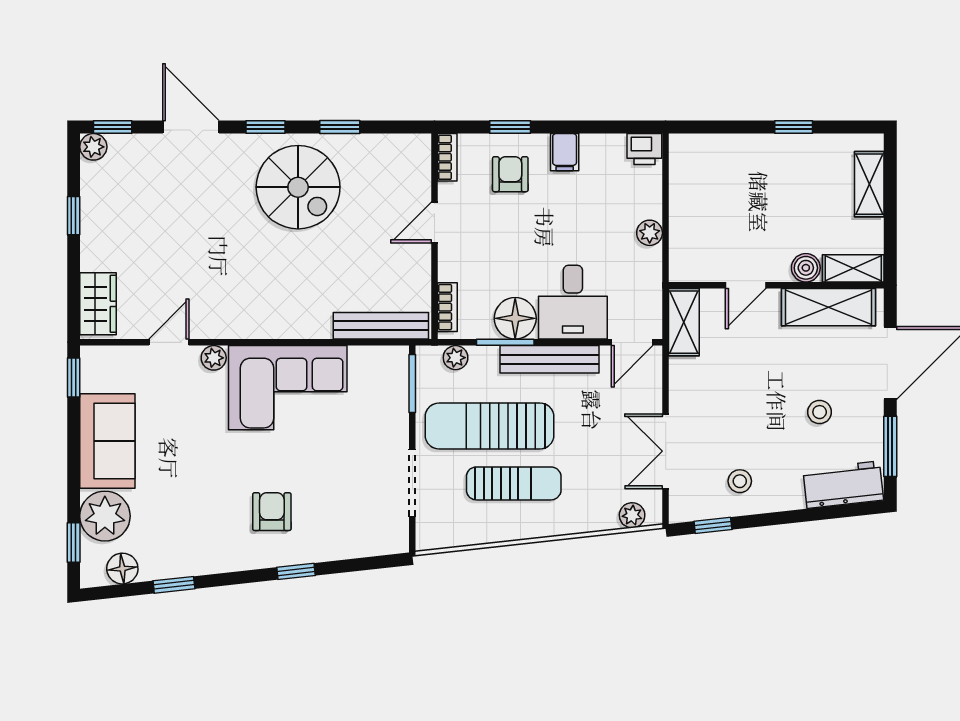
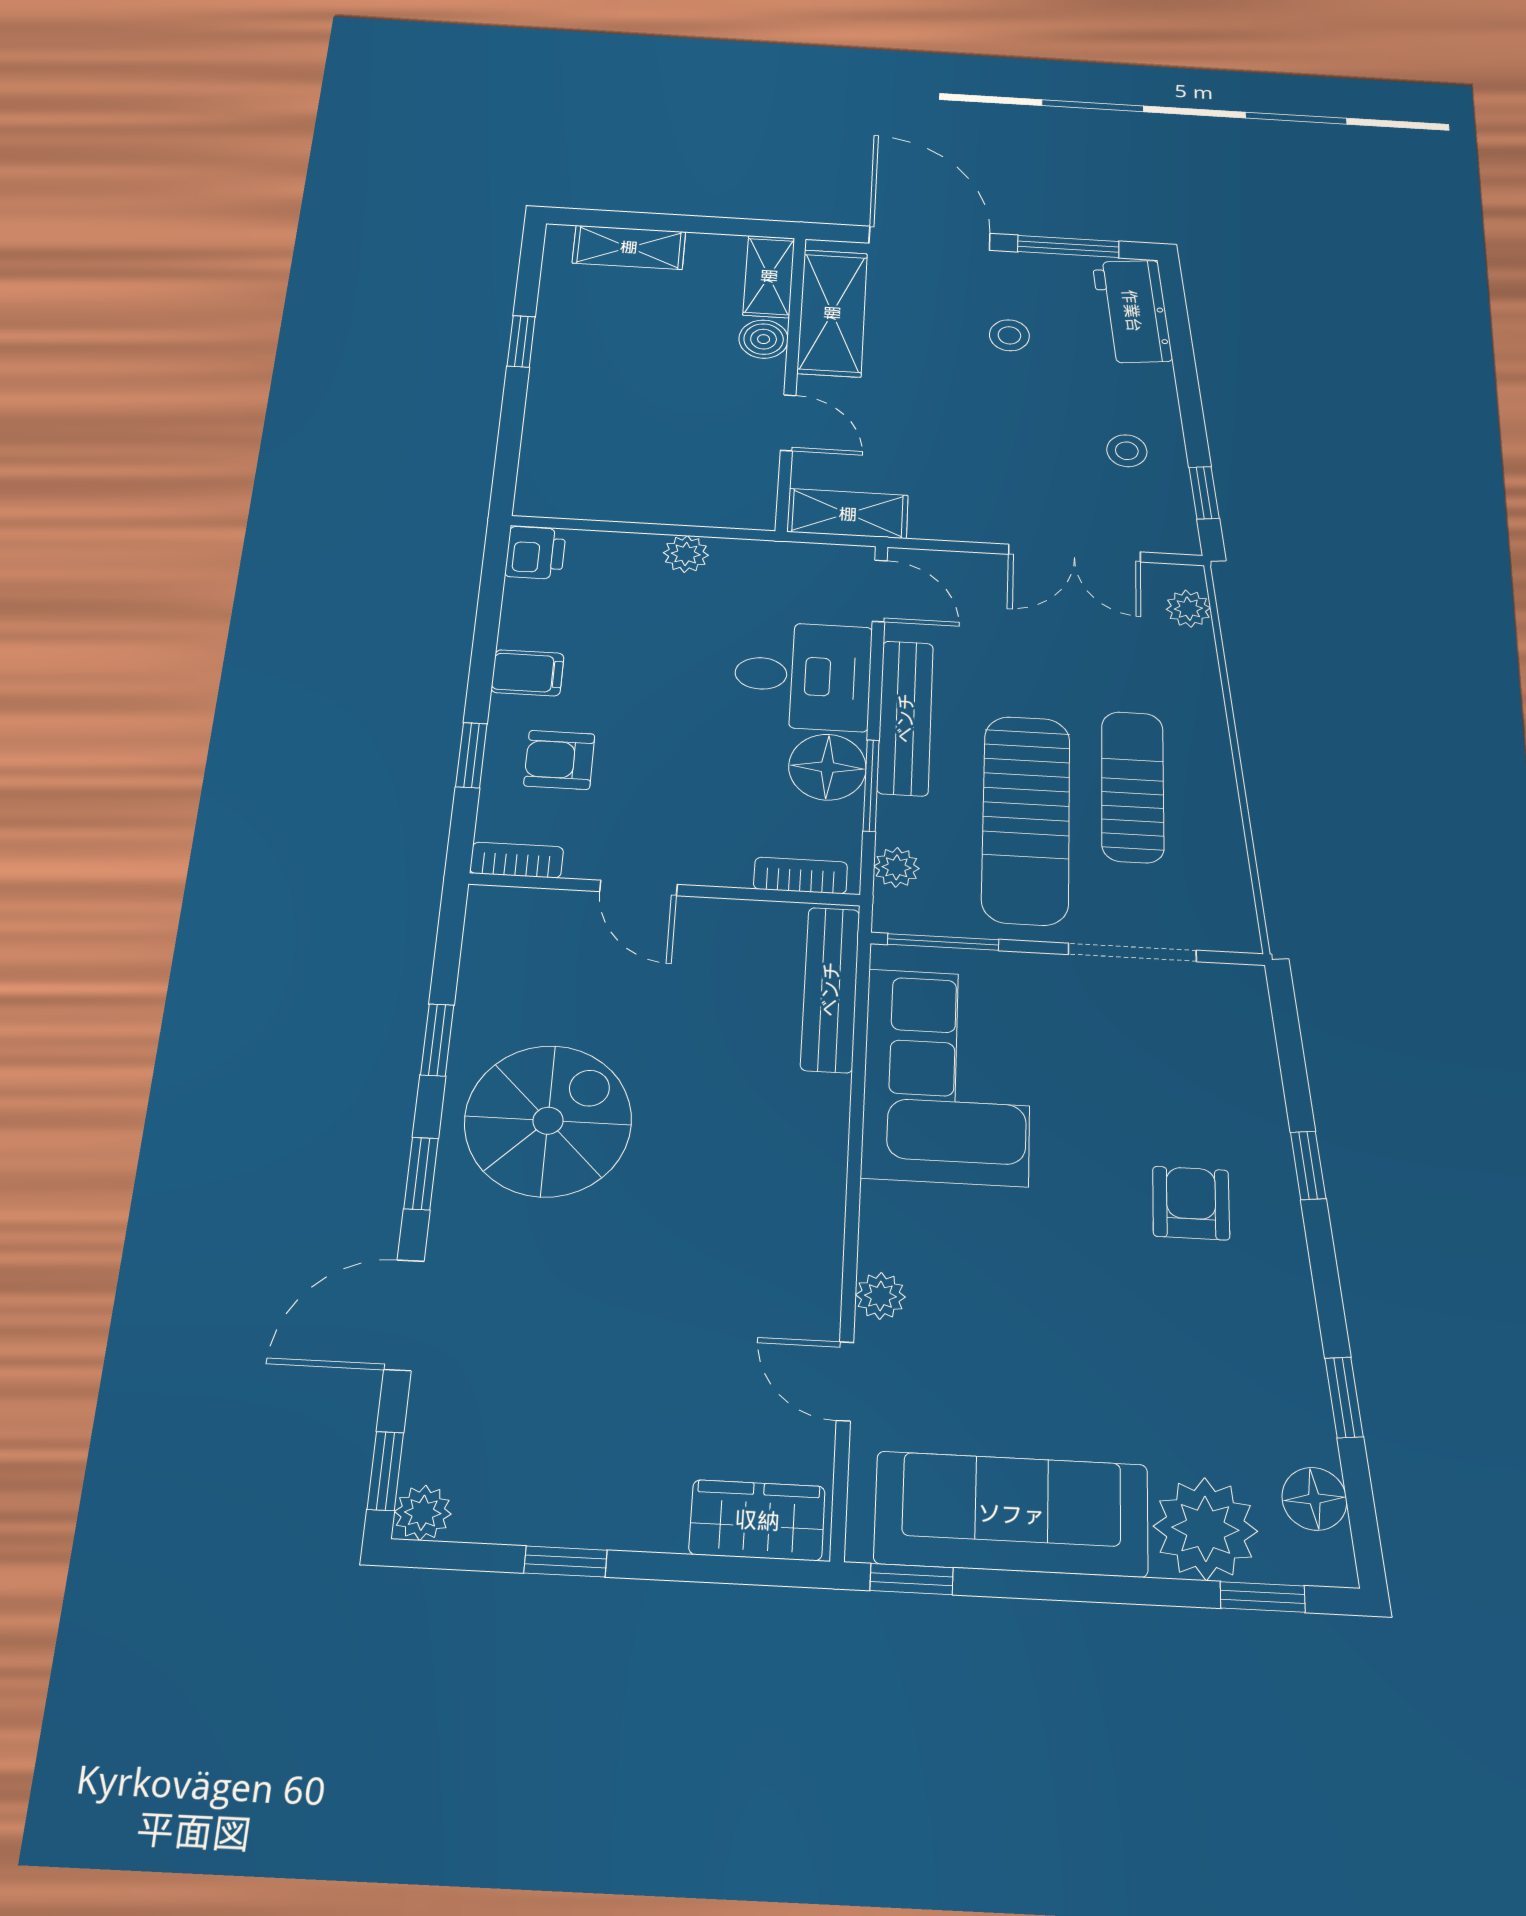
corner sofa: (288, 388) -> (947, 1076), moved
sofa: (107, 441) -> (1012, 1514), width x1.36
armchair: (272, 512) -> (1191, 1203), turned 90

